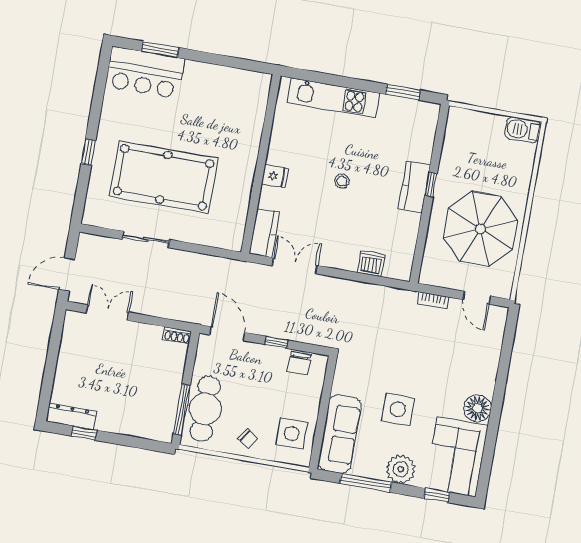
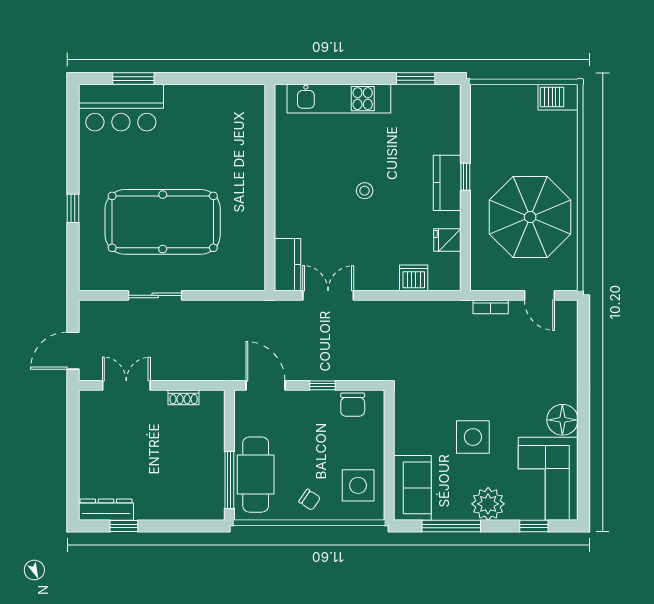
fridge: (275, 176) -> (447, 240), moved, turned 180
shoe rack: (177, 335) -> (184, 397), moved
sofa: (340, 434) -> (412, 488), width x0.73

